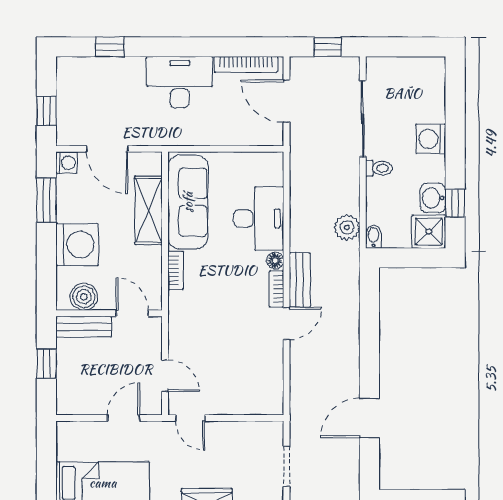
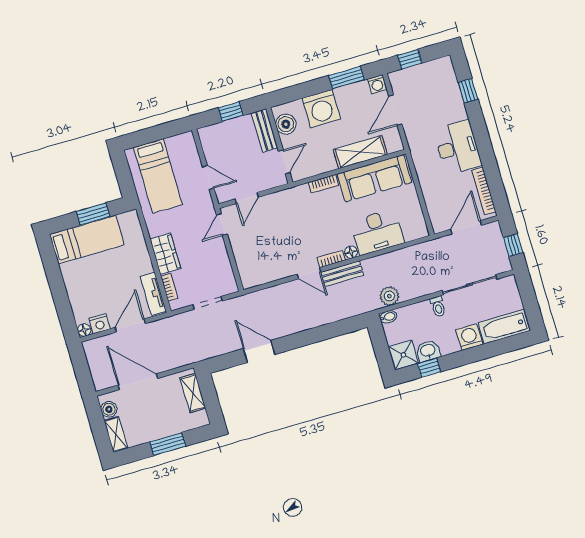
bathtub: (430, 90) -> (504, 327), added

